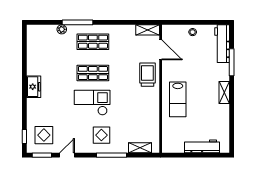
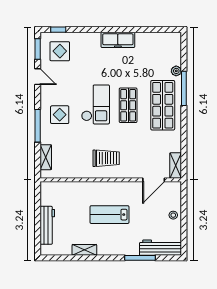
shop shelf: (93, 42) -> (163, 105), width x1.43, depth x1.36
trolley: (147, 75) -> (106, 158), moved
freezer: (34, 87) -> (118, 40), width x1.40
shelving: (224, 92) -> (84, 250), moved
lab bench: (178, 99) -> (110, 215), moved

